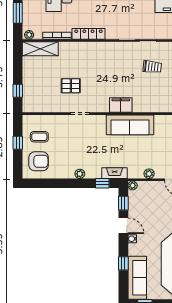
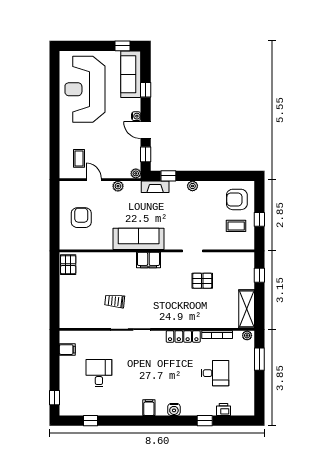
shelving: (40, 49) -> (247, 309), moved, turned 90

